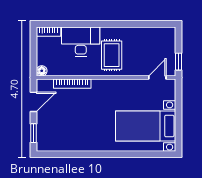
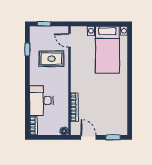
window: (146, 24) -> (27, 49), added
rug: (112, 55) -> (51, 59), moved
window: (178, 62) -> (44, 24), moved

